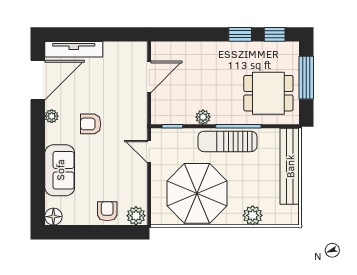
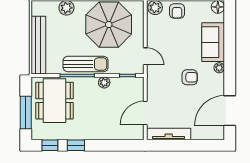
tv unit: (74, 49) -> (169, 134), moved
dining table: (268, 93) -> (55, 101), width x1.38
plant: (52, 116) -> (219, 68), moved

